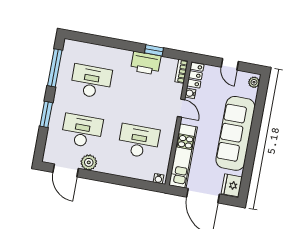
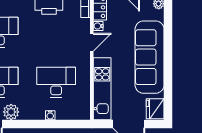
door: (181, 108) -> (92, 42), hinge flipped
water cooler: (158, 179) -> (50, 115), moved

